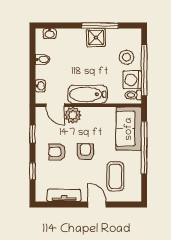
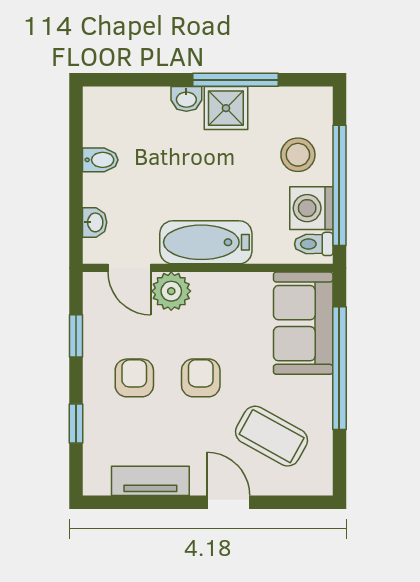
washbasin: (50, 34) -> (186, 99), moved
armchair: (57, 152) -> (134, 378), turned 90
coffee table: (115, 176) -> (272, 436), turned -61

